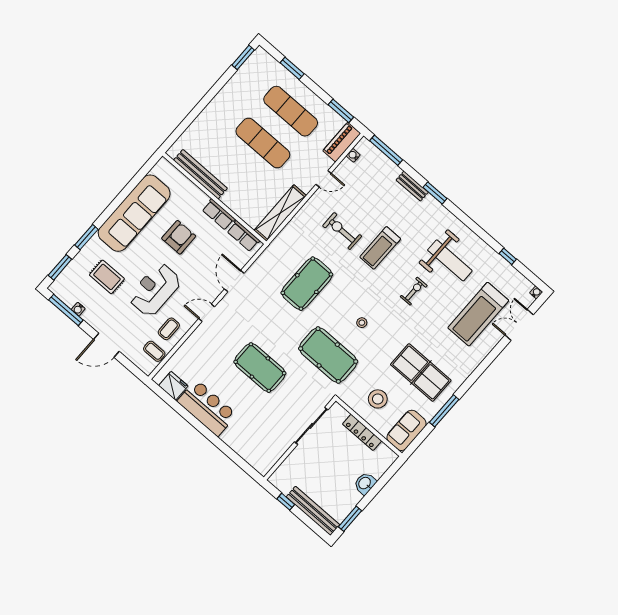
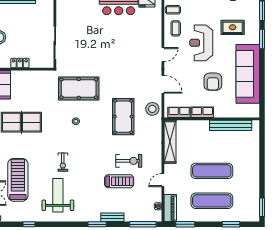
treadmill: (380, 248) -> (119, 181), moved, turned 90
weight bench: (450, 260) -> (58, 195), turned 90
reception desk: (155, 290) -> (201, 43), turned 180
pool table: (260, 368) -> (109, 50), removed
stool: (378, 399) -> (152, 109), moved
locker: (362, 432) -> (20, 63), width x0.66

